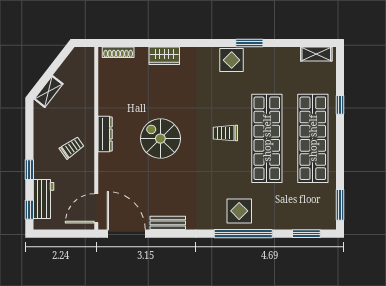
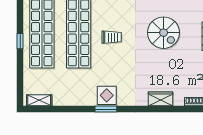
window: (249, 43) -> (106, 109), moved
window: (340, 105) -> (20, 41), moved

